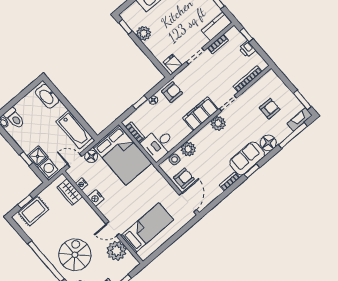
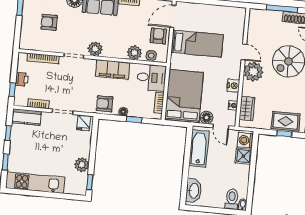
filing cabinet: (200, 114) -> (113, 69), moved
window: (26, 159) -> (253, 163), removed
armchair: (184, 178) -> (158, 36), turned 90
bed: (147, 228) -> (197, 44), moved, turned 180
plant: (117, 251) -> (253, 72), moved

